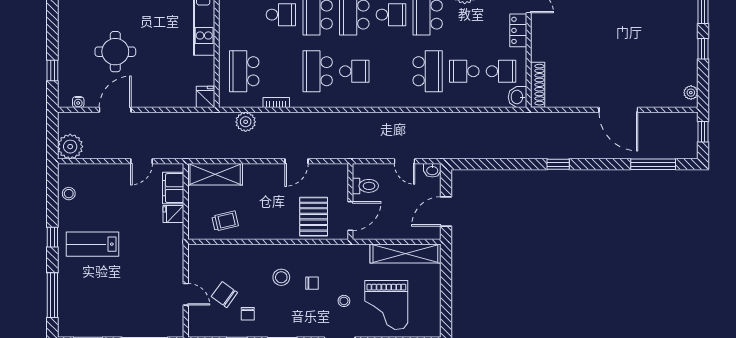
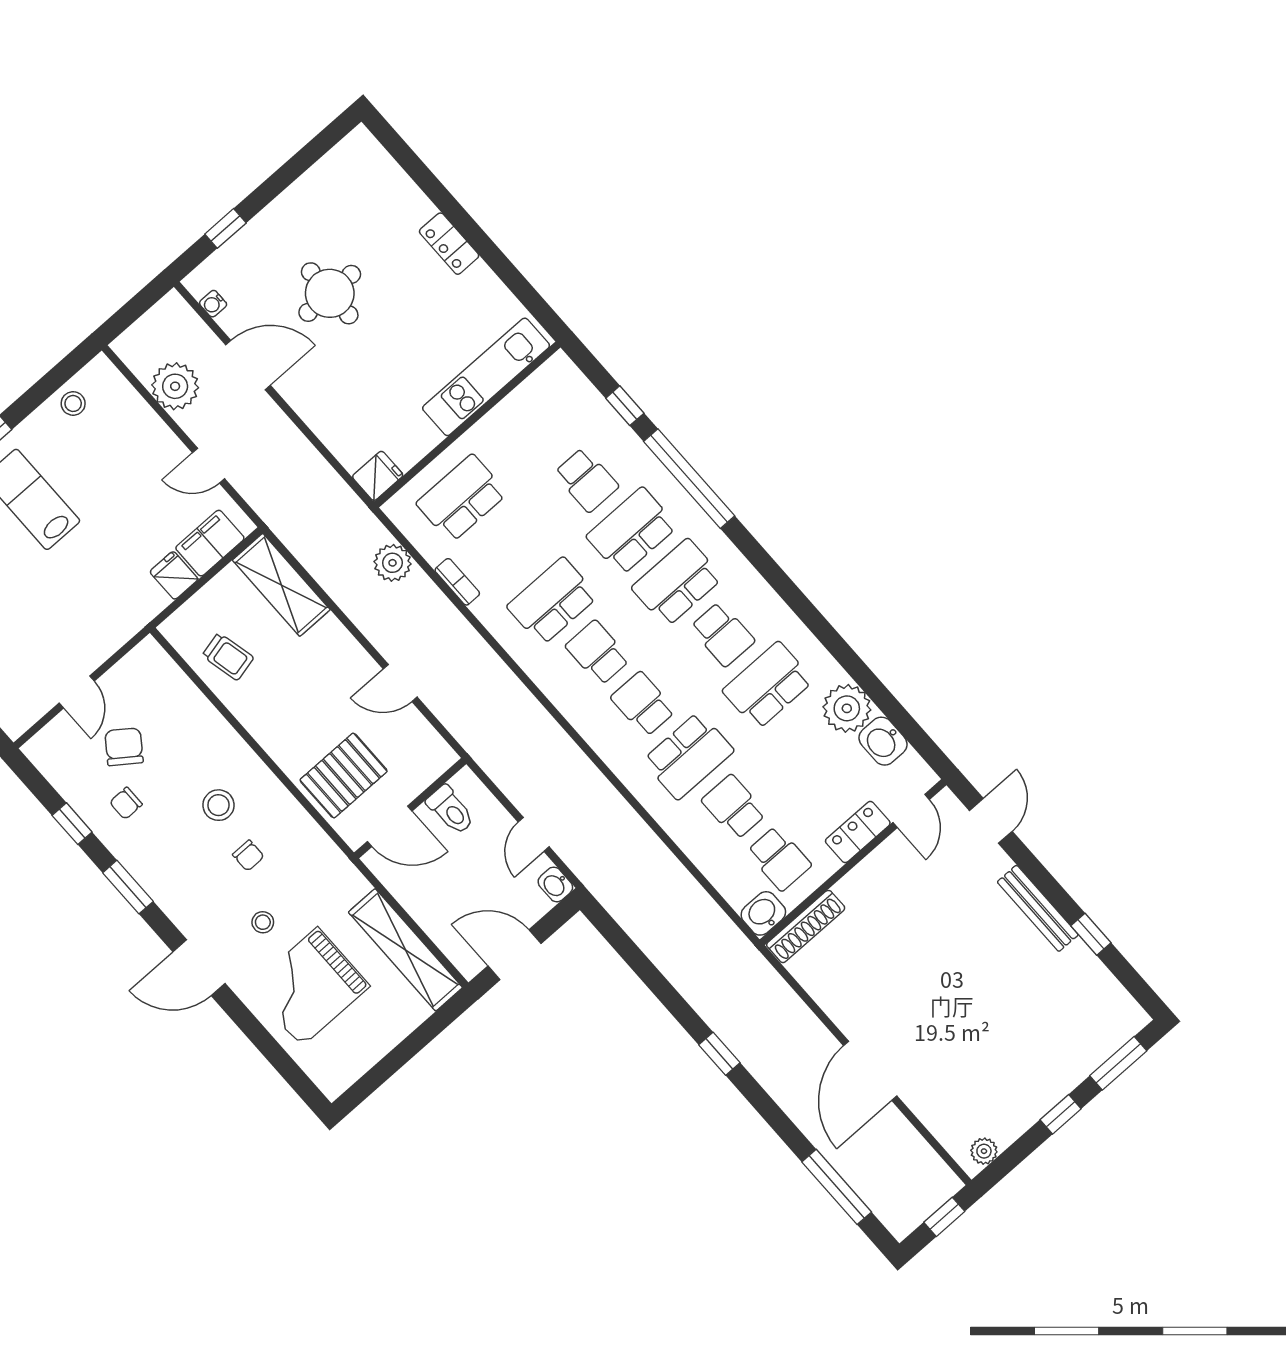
school desk: (354, 71) -> (598, 653), turned 180
school desk: (391, 71) -> (643, 704), added
plant: (70, 147) -> (175, 386), moved

